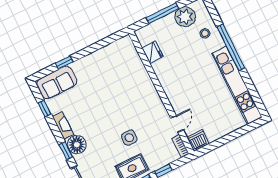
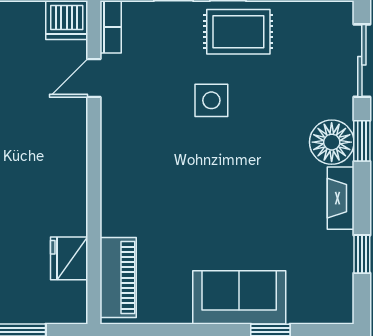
piano: (131, 54) -> (118, 278), added
sofa: (57, 83) -> (239, 297), moved

